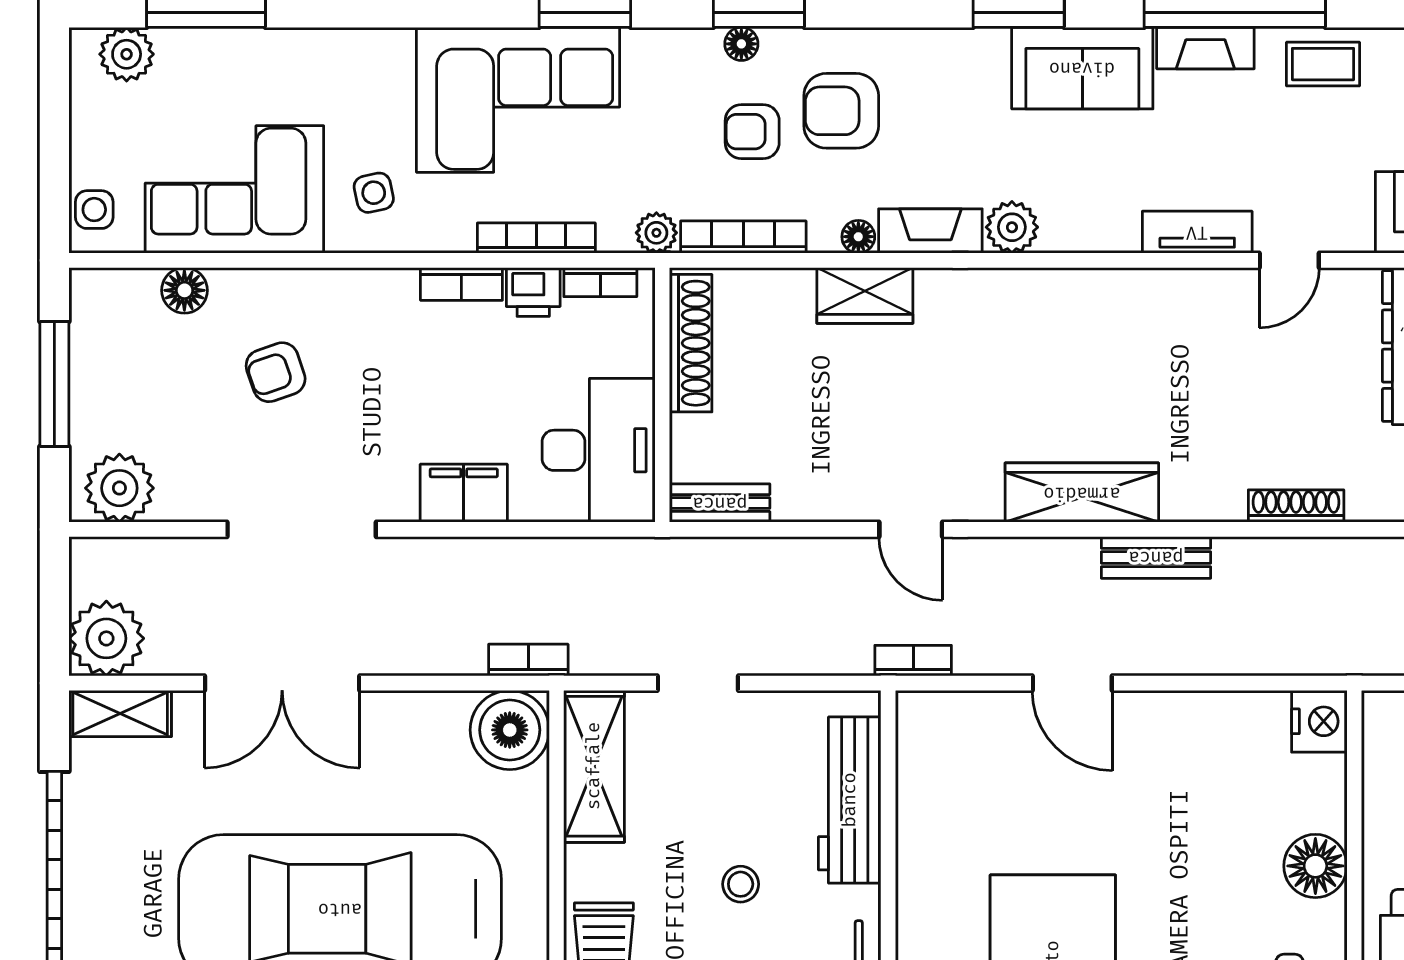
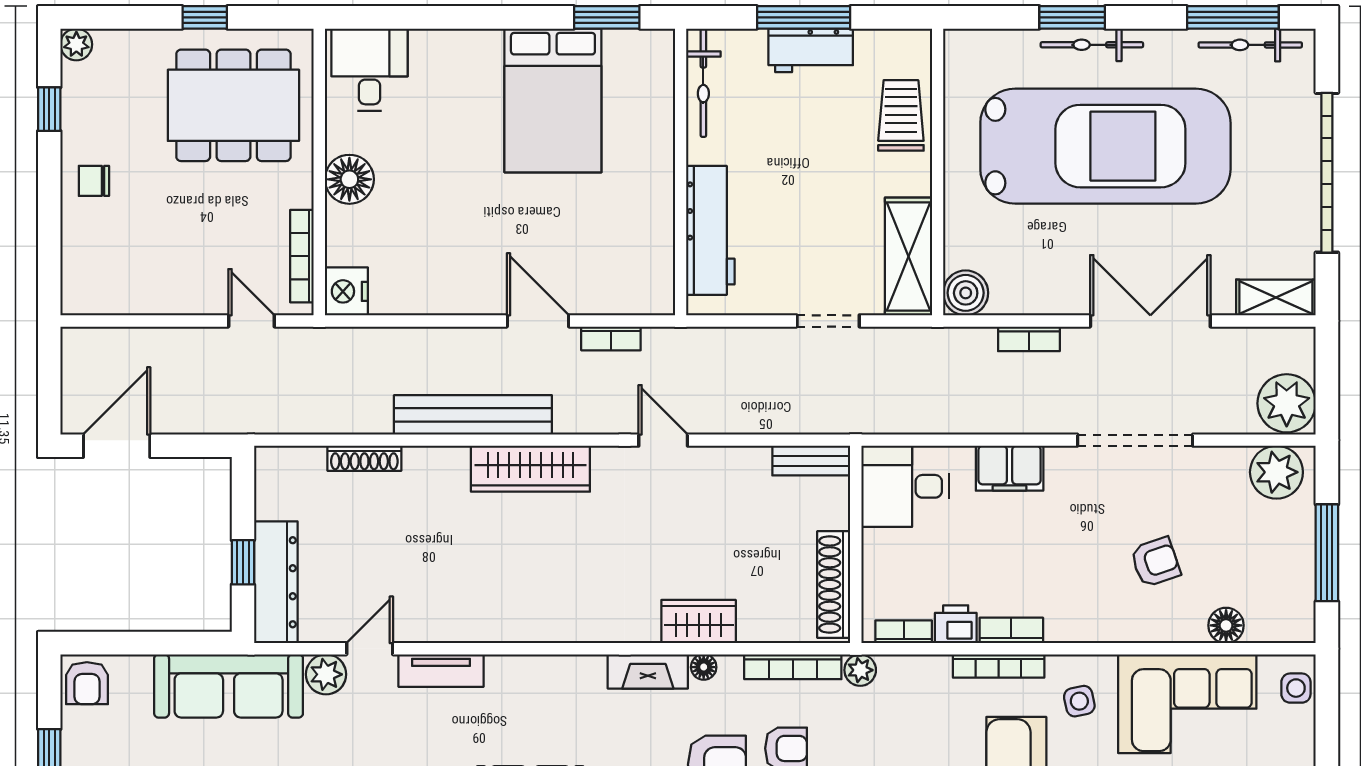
plant: (1012, 227) -> (326, 674), moved
bookcase: (536, 238) -> (999, 666), moved
desk: (599, 450) -> (905, 486), width x0.73
bench: (1156, 557) -> (473, 415), width x1.86, depth x1.21
plant: (106, 638) -> (1287, 403), moved
bookcase: (528, 660) -> (1029, 339), moved
bookcase: (913, 661) -> (611, 338), moved
boiler: (510, 730) -> (966, 293), width x0.73, depth x0.73
bookcase: (1377, 767) -> (302, 256), added
stool: (741, 884) -> (795, 165), removed

